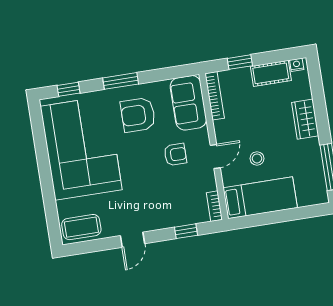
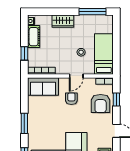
armchair: (138, 115) -> (101, 104), moved
door: (215, 156) -> (76, 76), swing flipped

